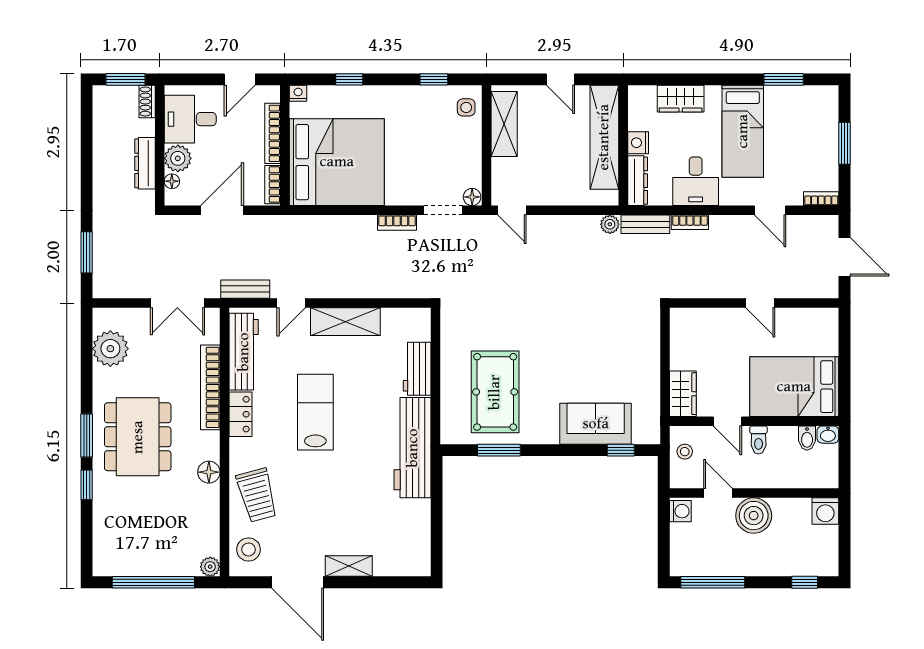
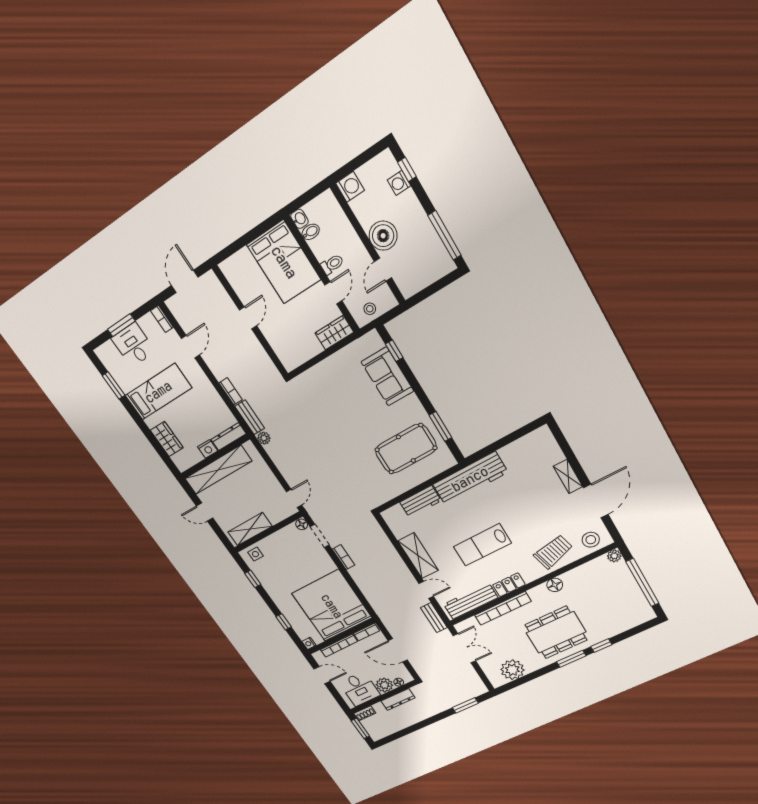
door: (560, 79) -> (205, 512), swing flipped
desk: (696, 181) -> (133, 345), moved, turned -90
washing machine: (680, 511) -> (399, 183), moved, turned -90

